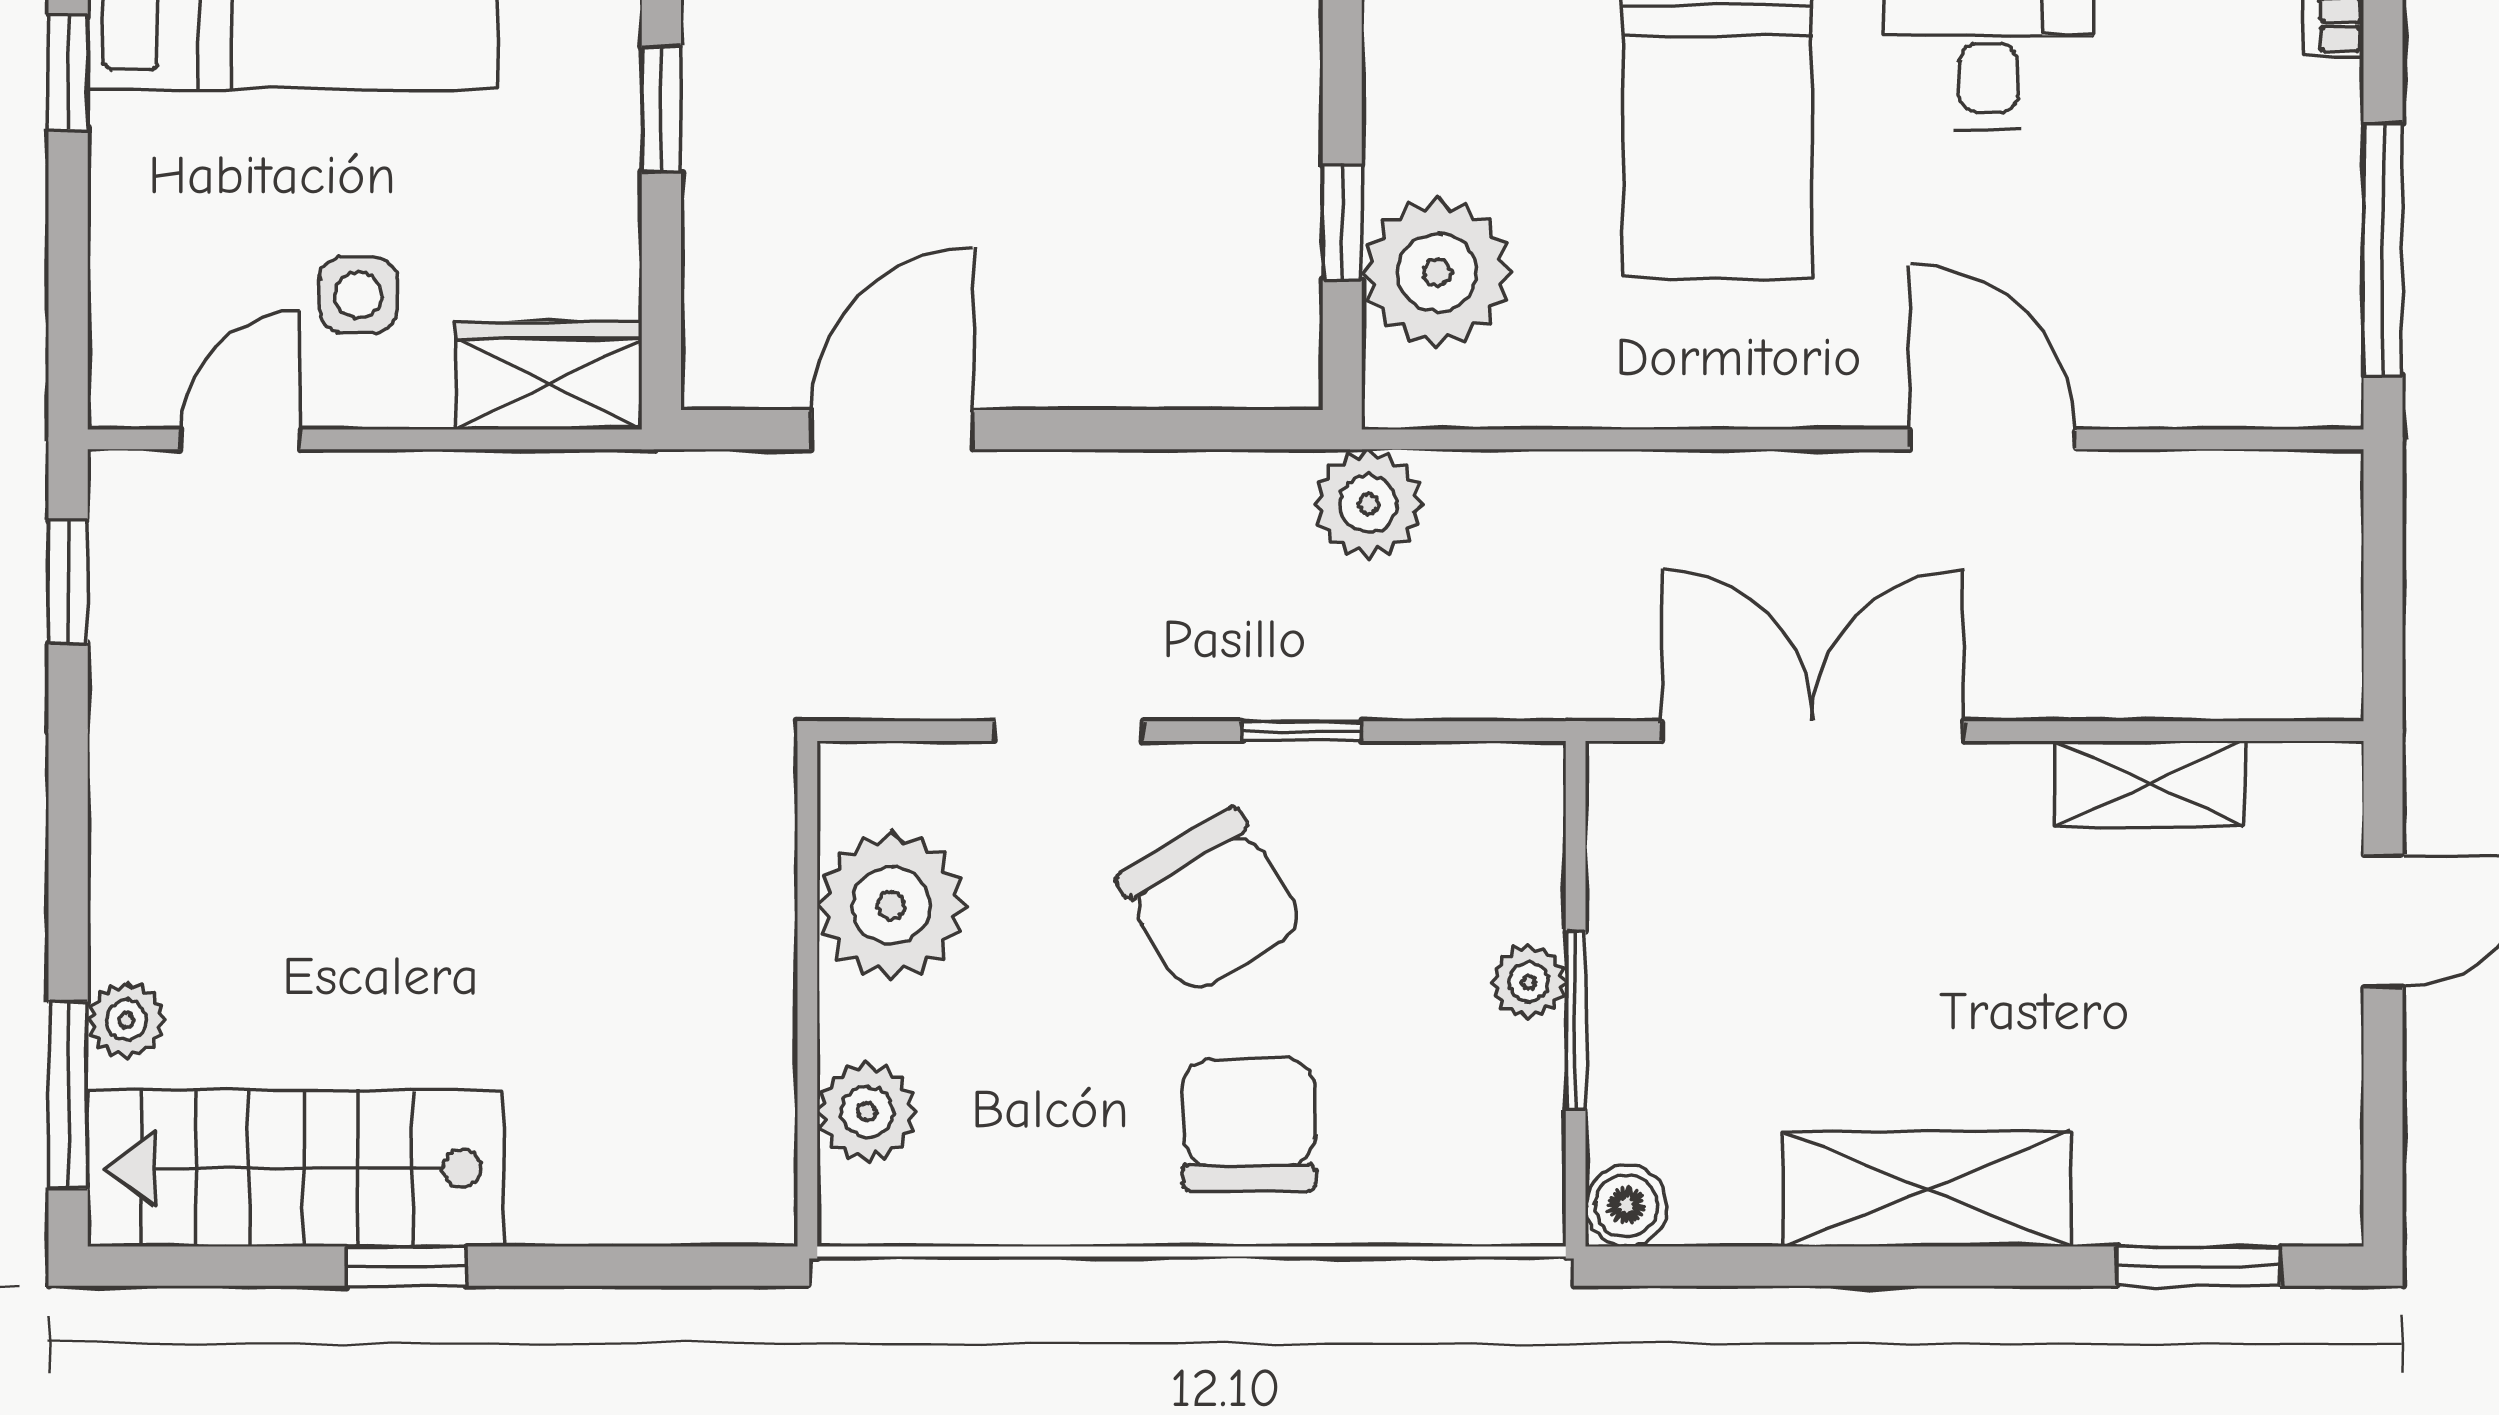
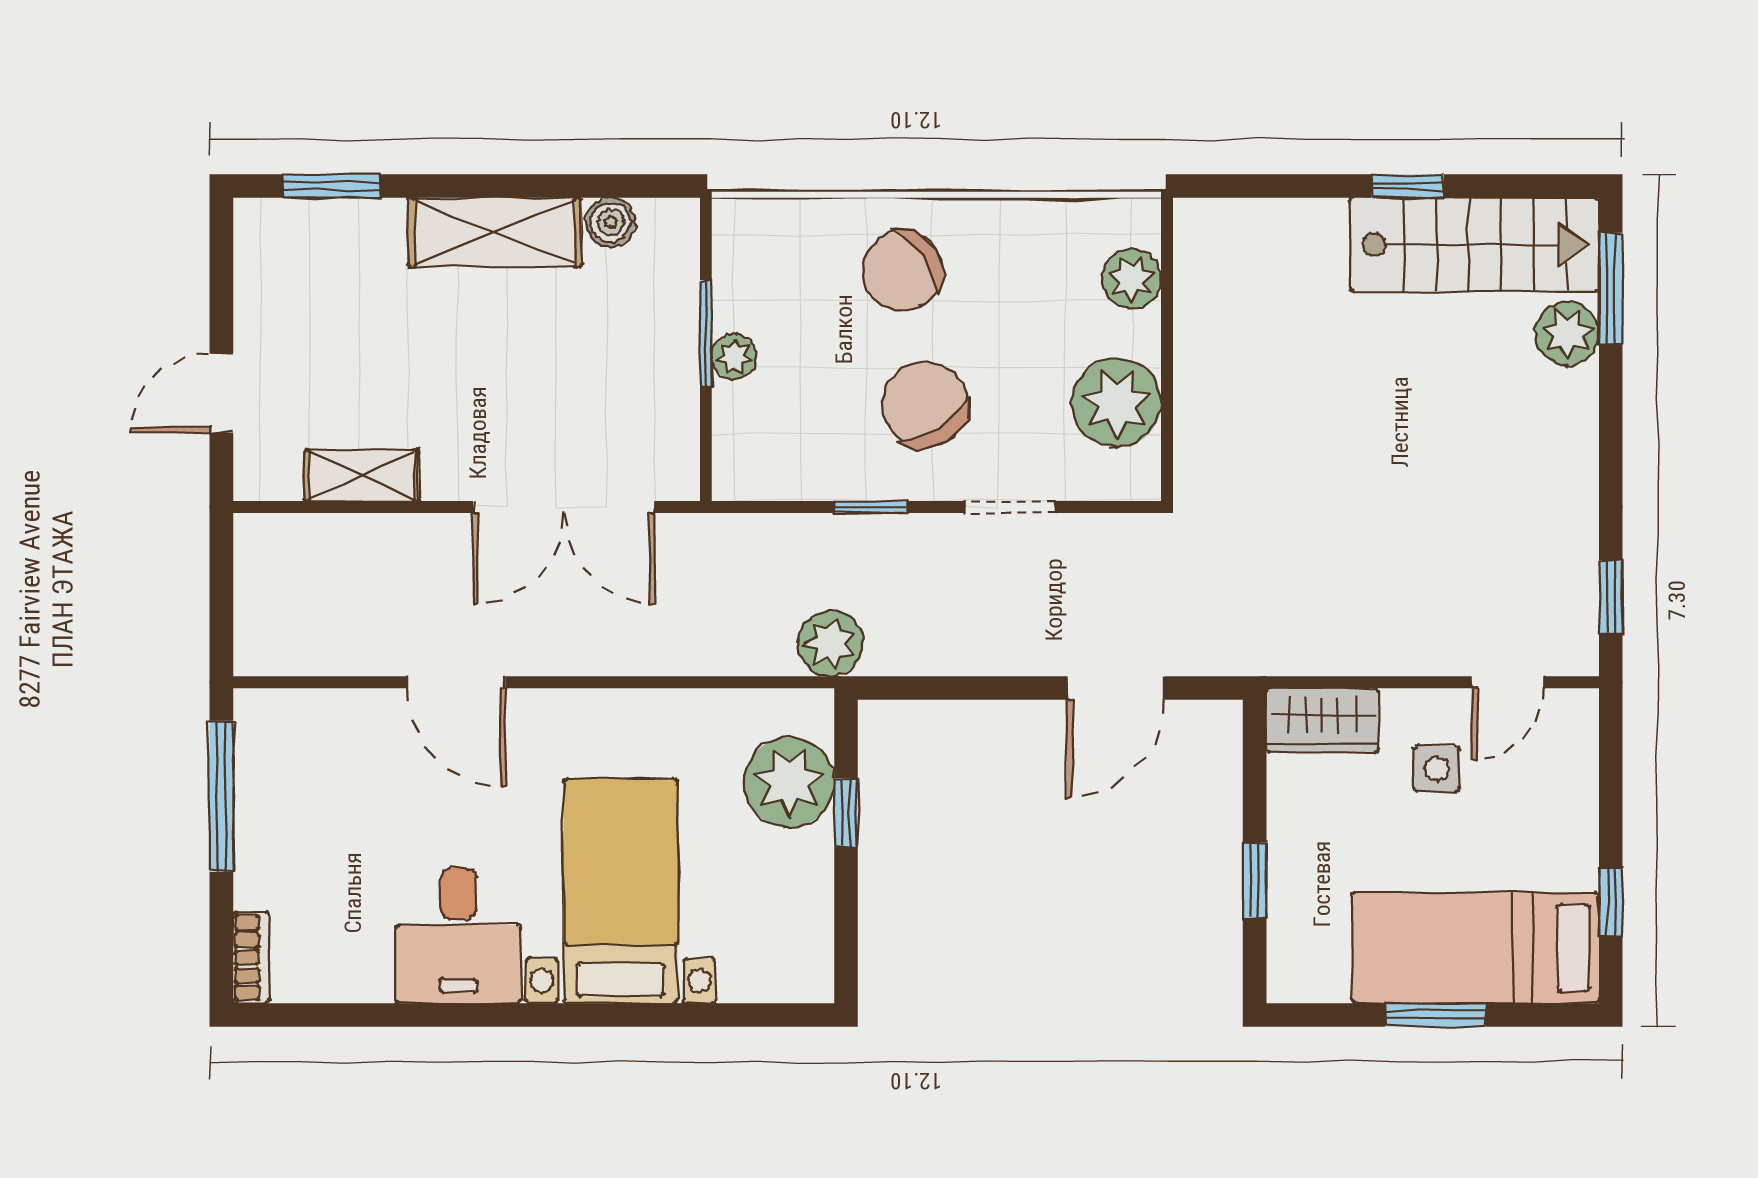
plant: (126, 1020) -> (1567, 334), width x1.38, depth x1.38
chair: (1249, 1124) -> (902, 271), turned 55
boiler: (1626, 1206) -> (611, 222), moved

